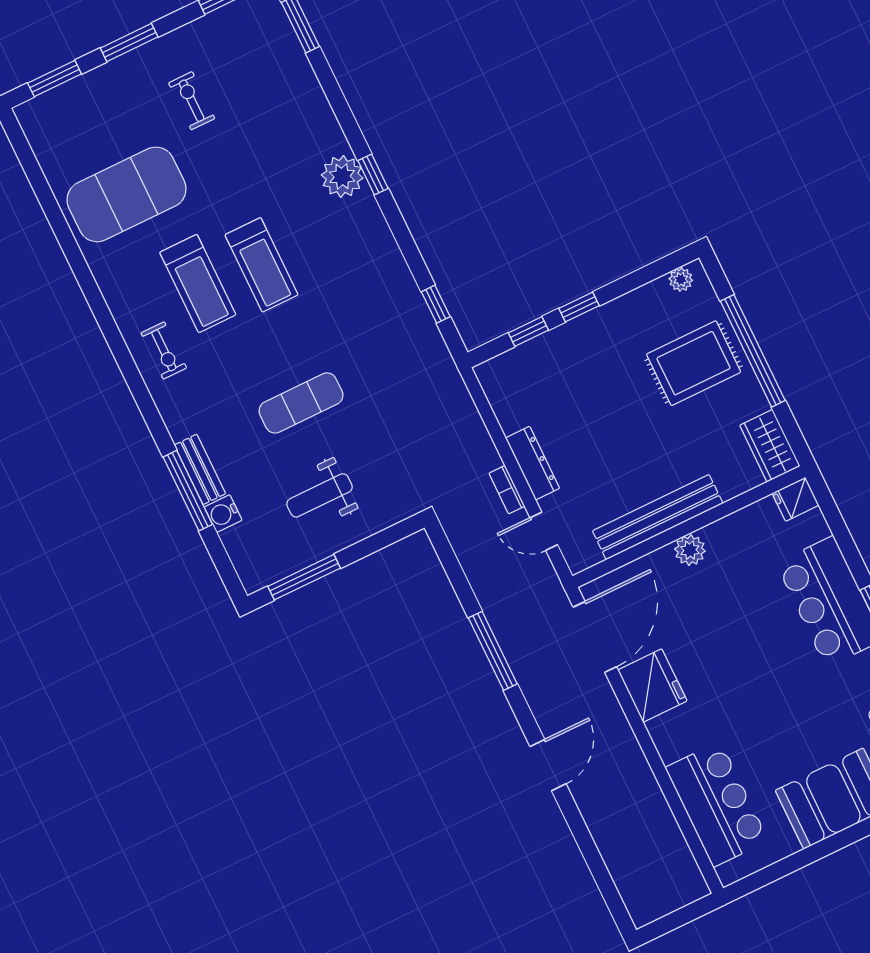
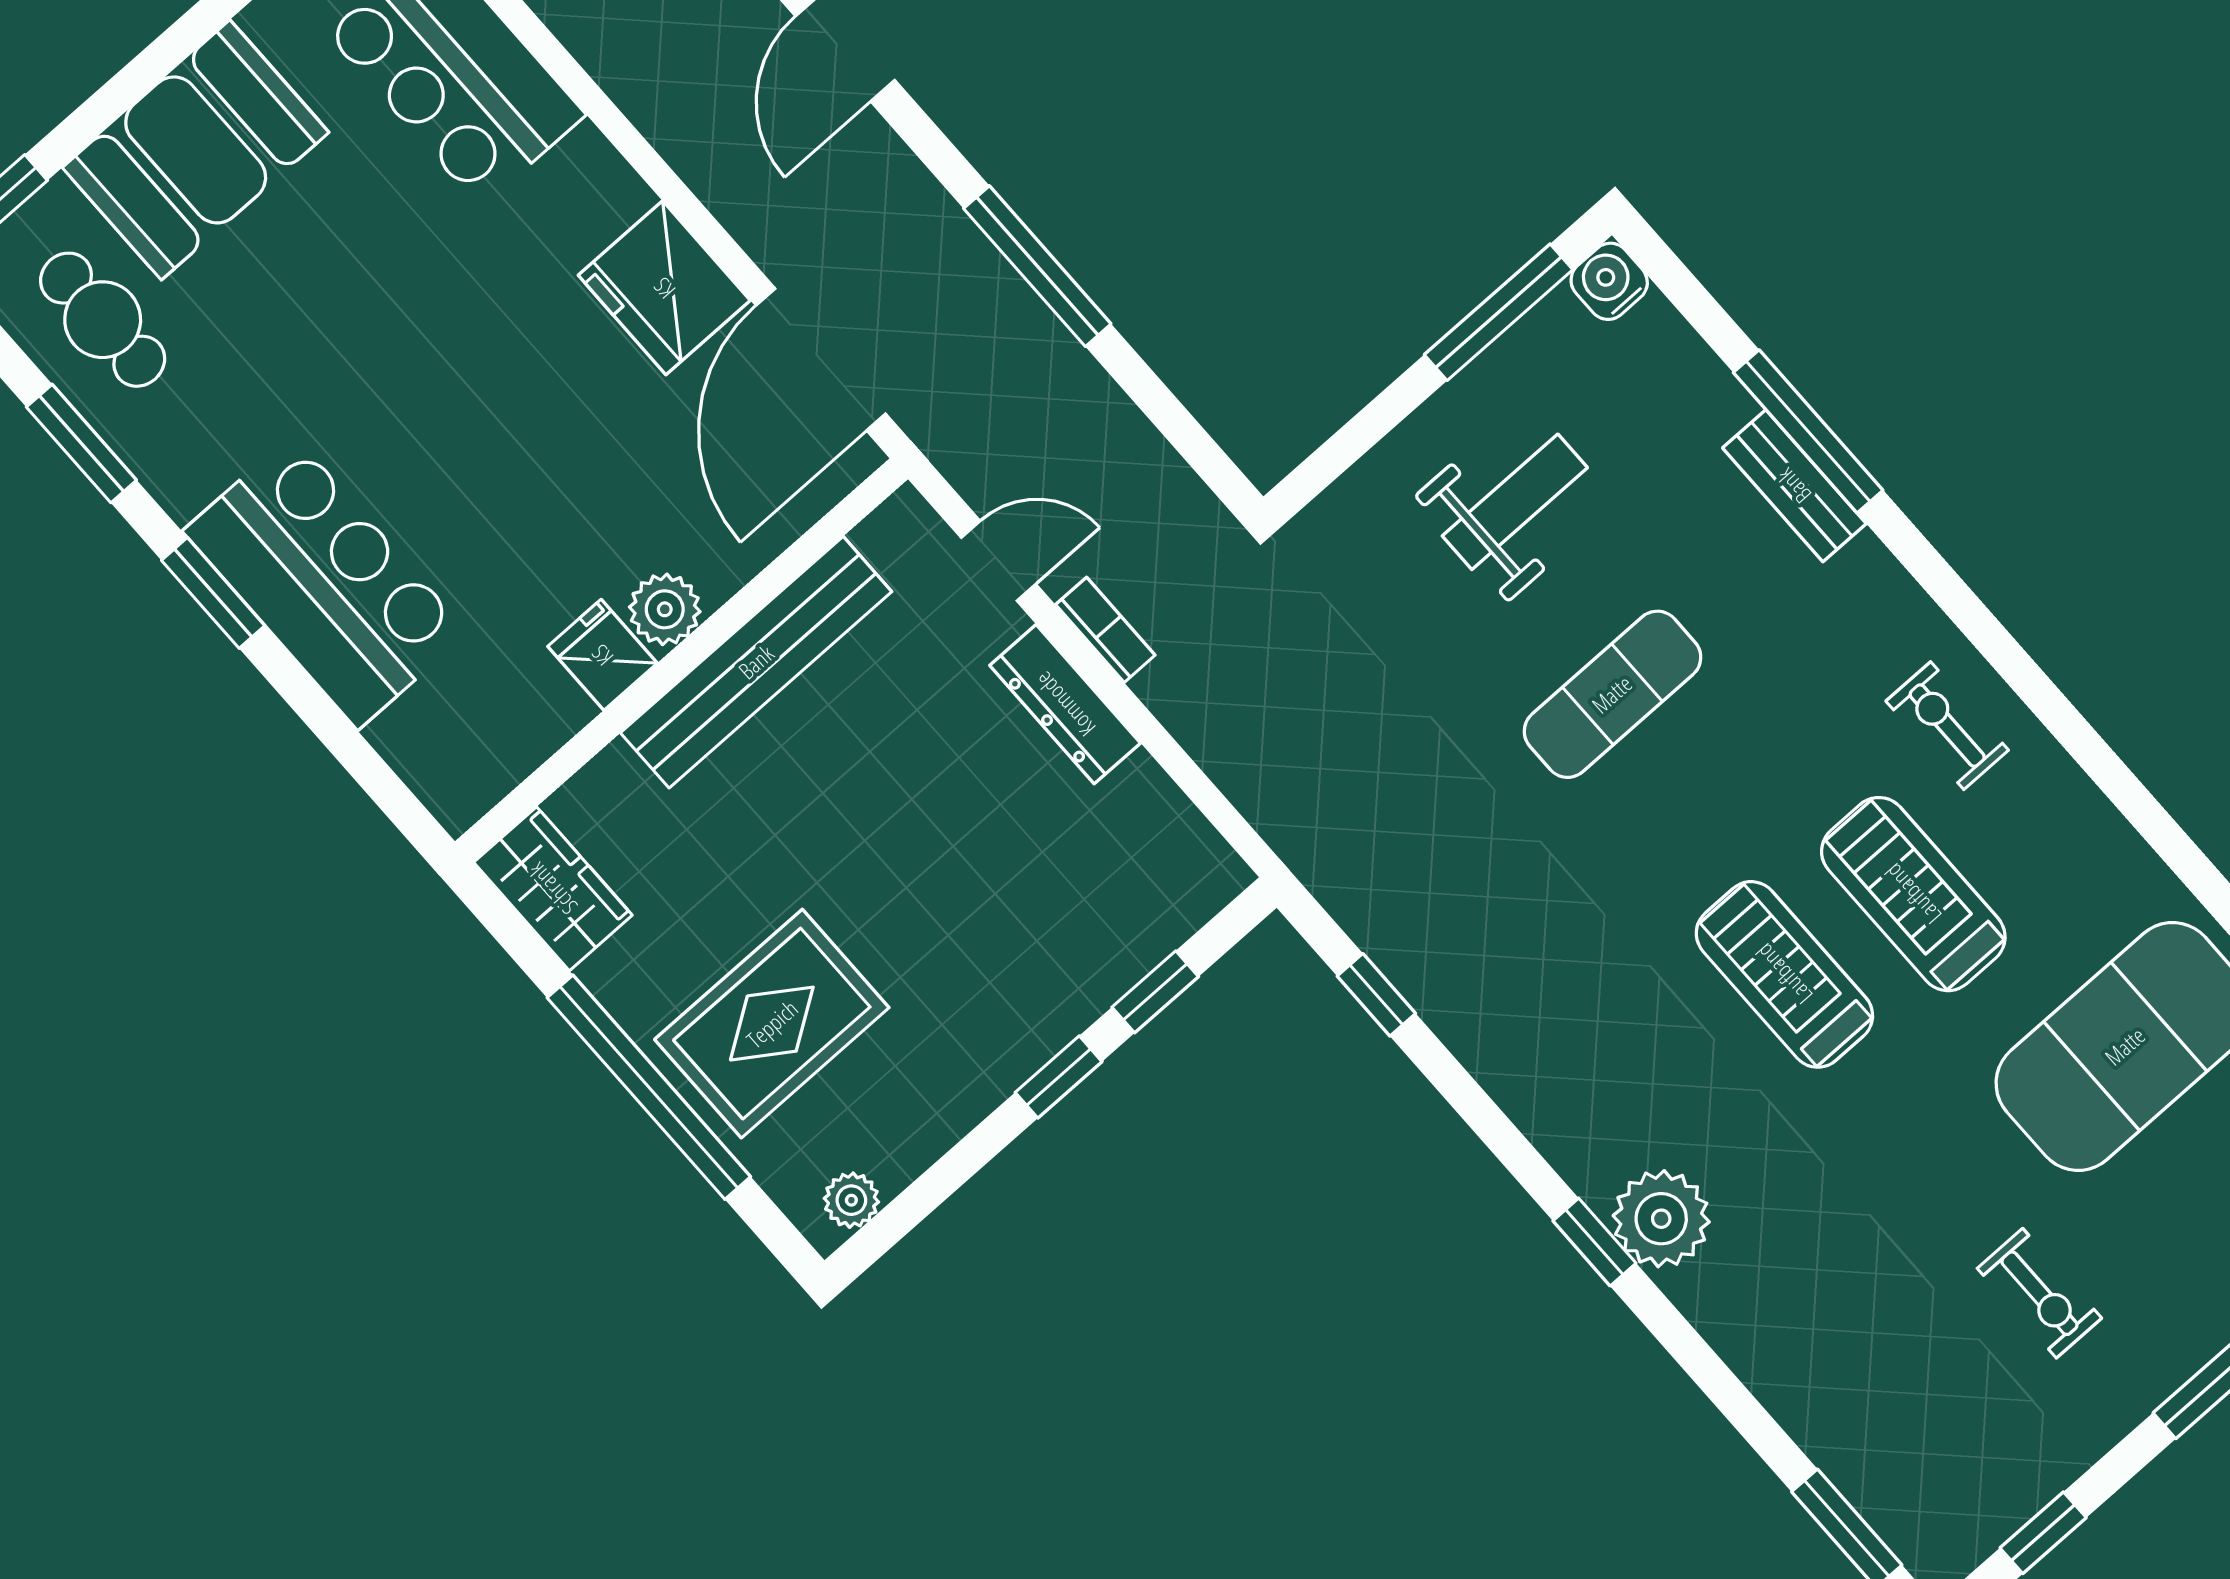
fridge: (795, 499) -> (602, 655), moved, turned -90
water cooler: (223, 514) -> (1609, 281), moved, turned -90

